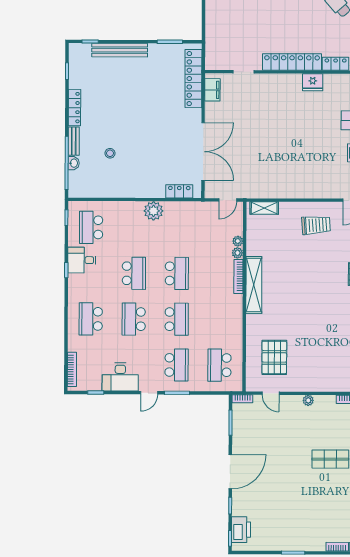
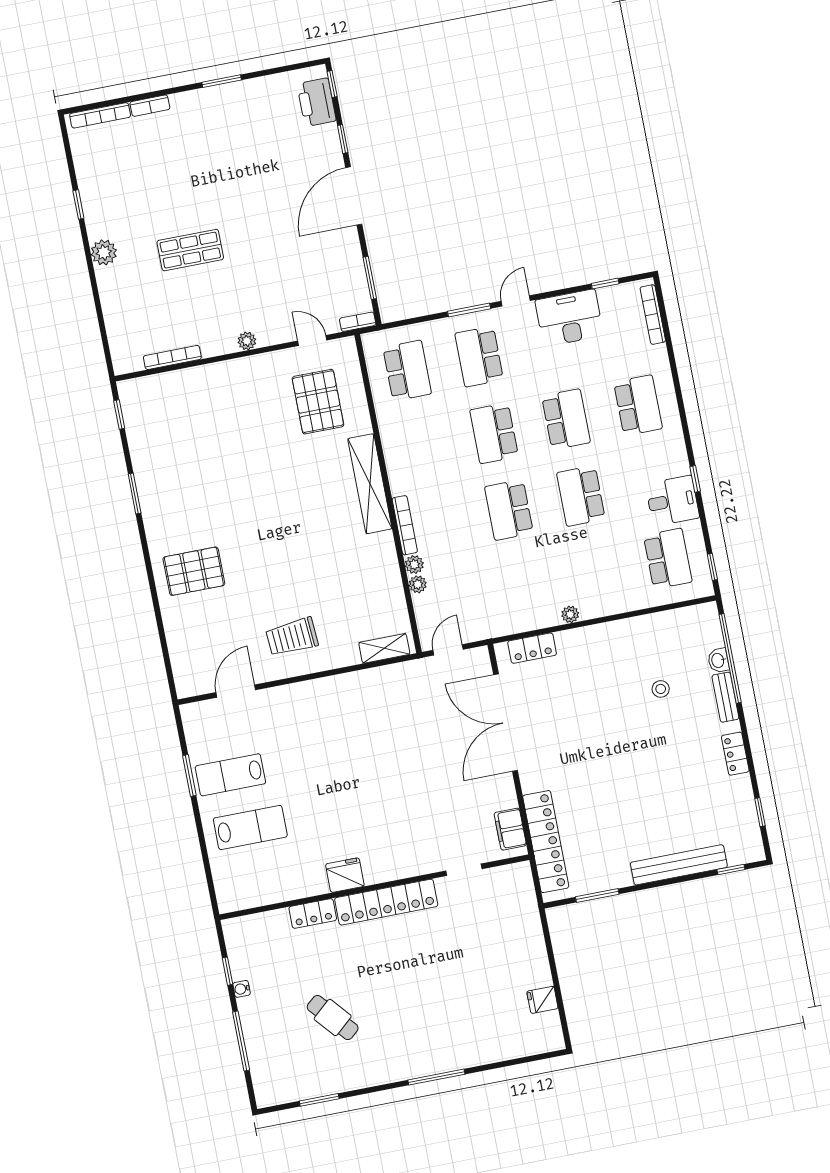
locker: (74, 108) -> (735, 754), width x0.66
plant: (154, 211) -> (570, 614), width x0.53, depth x0.53
shelving: (254, 285) -> (370, 484), moved

